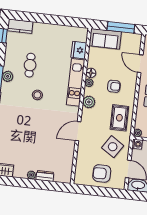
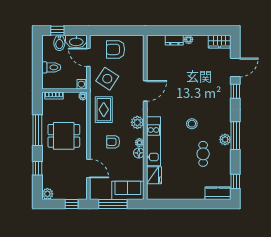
armchair: (102, 173) -> (115, 49), turned 180

